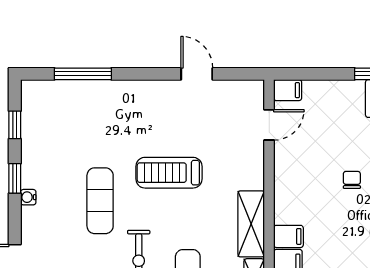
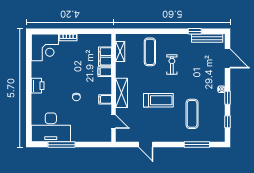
filing cabinet: (288, 90) -> (105, 99), moved
door: (269, 125) -> (113, 122), swing flipped
exercise mat: (100, 201) -> (192, 114), moved
shelving: (251, 224) -> (121, 93), moved

